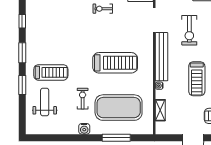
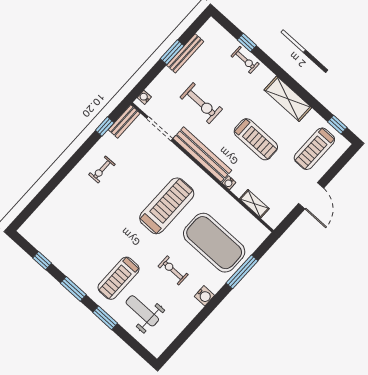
treadmill: (51, 72) -> (119, 278), turned 180
exercise mat: (119, 108) -> (214, 243), turned 90

